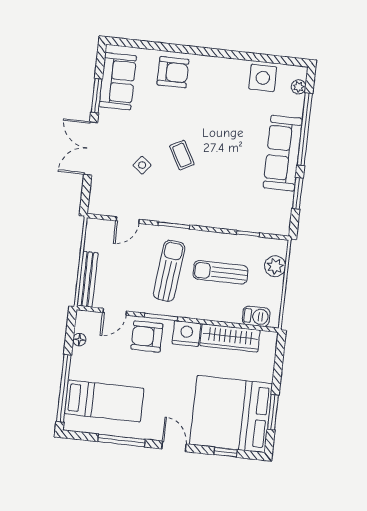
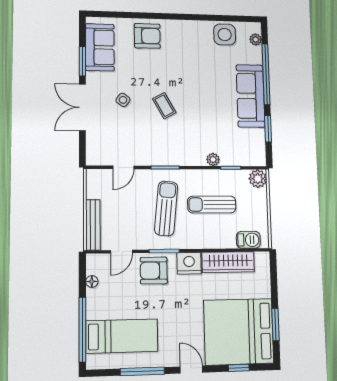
side table: (142, 165) -> (123, 100), moved
plant: (229, 222) -> (213, 160), added
plant: (275, 266) -> (258, 179), moved

